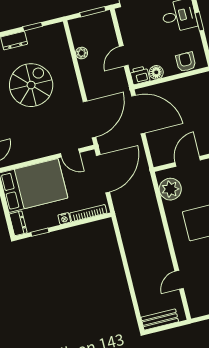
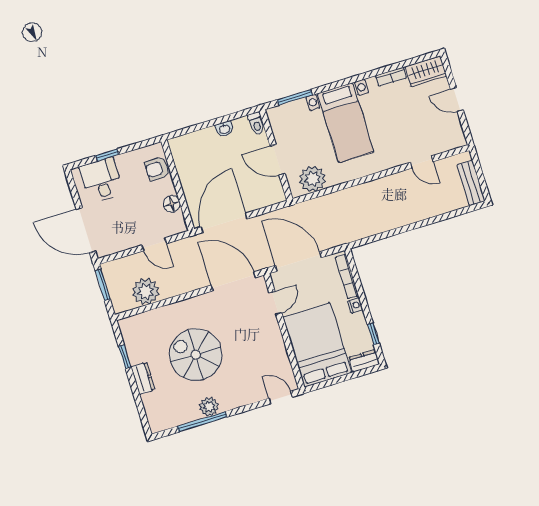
plant: (82, 53) -> (146, 292), width x1.88, depth x1.88
printer: (140, 75) -> (177, 224), removed

